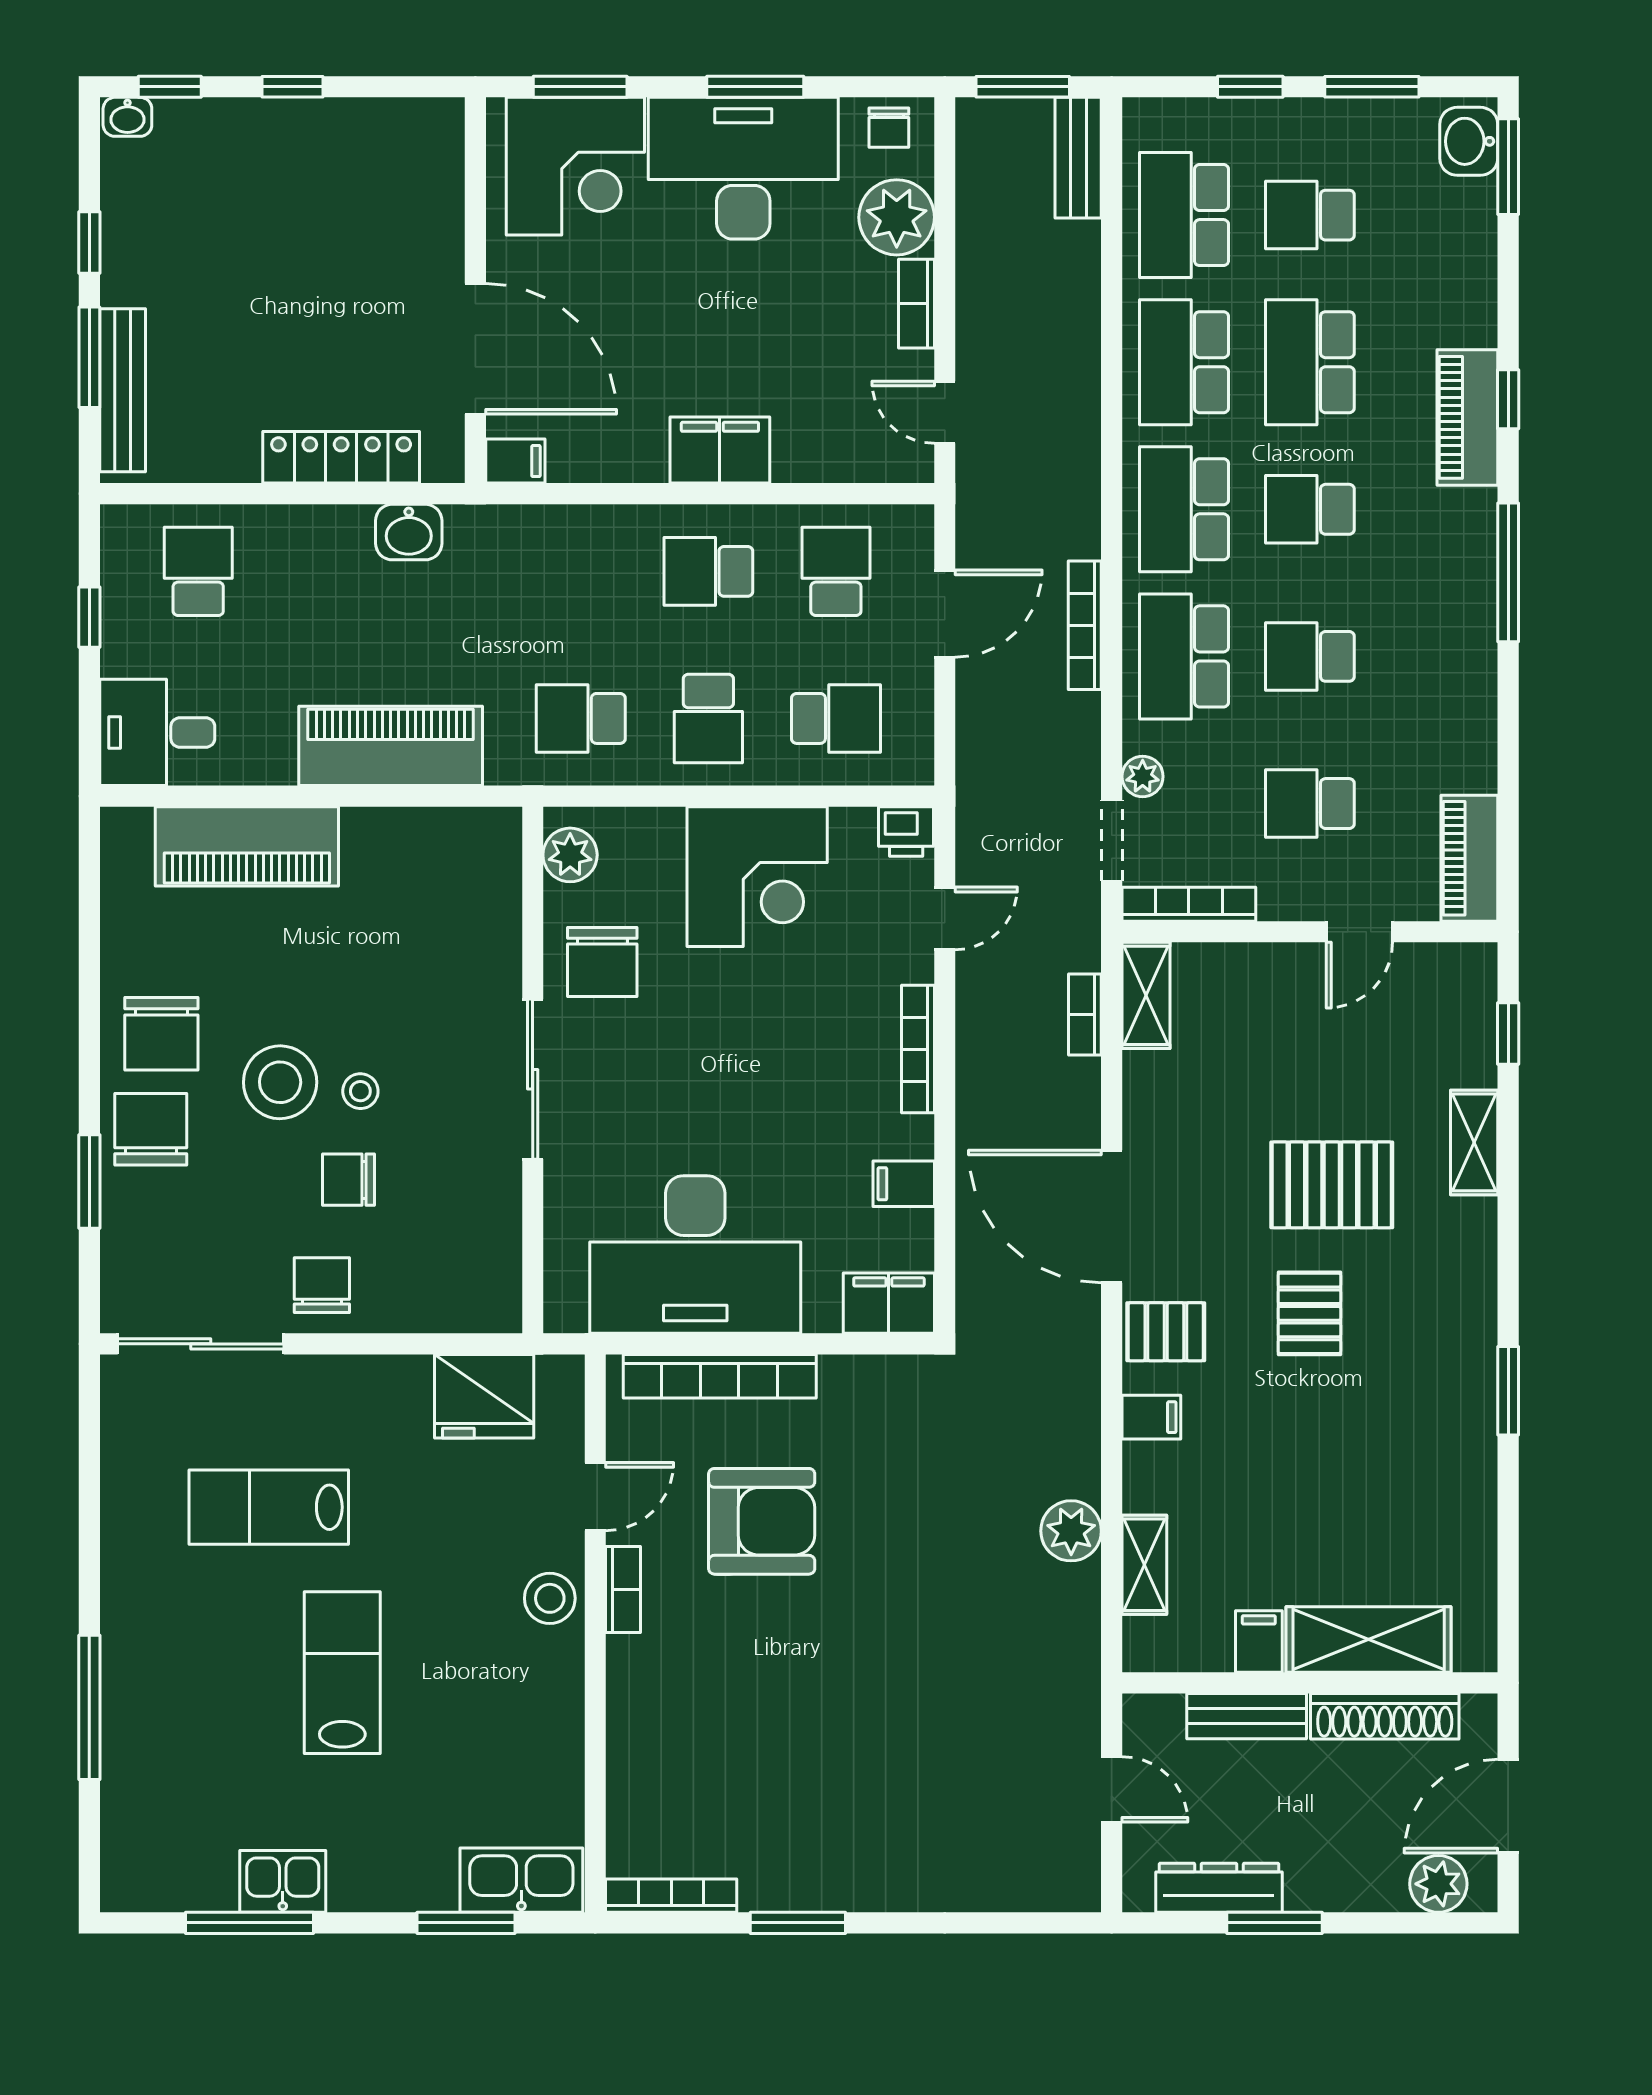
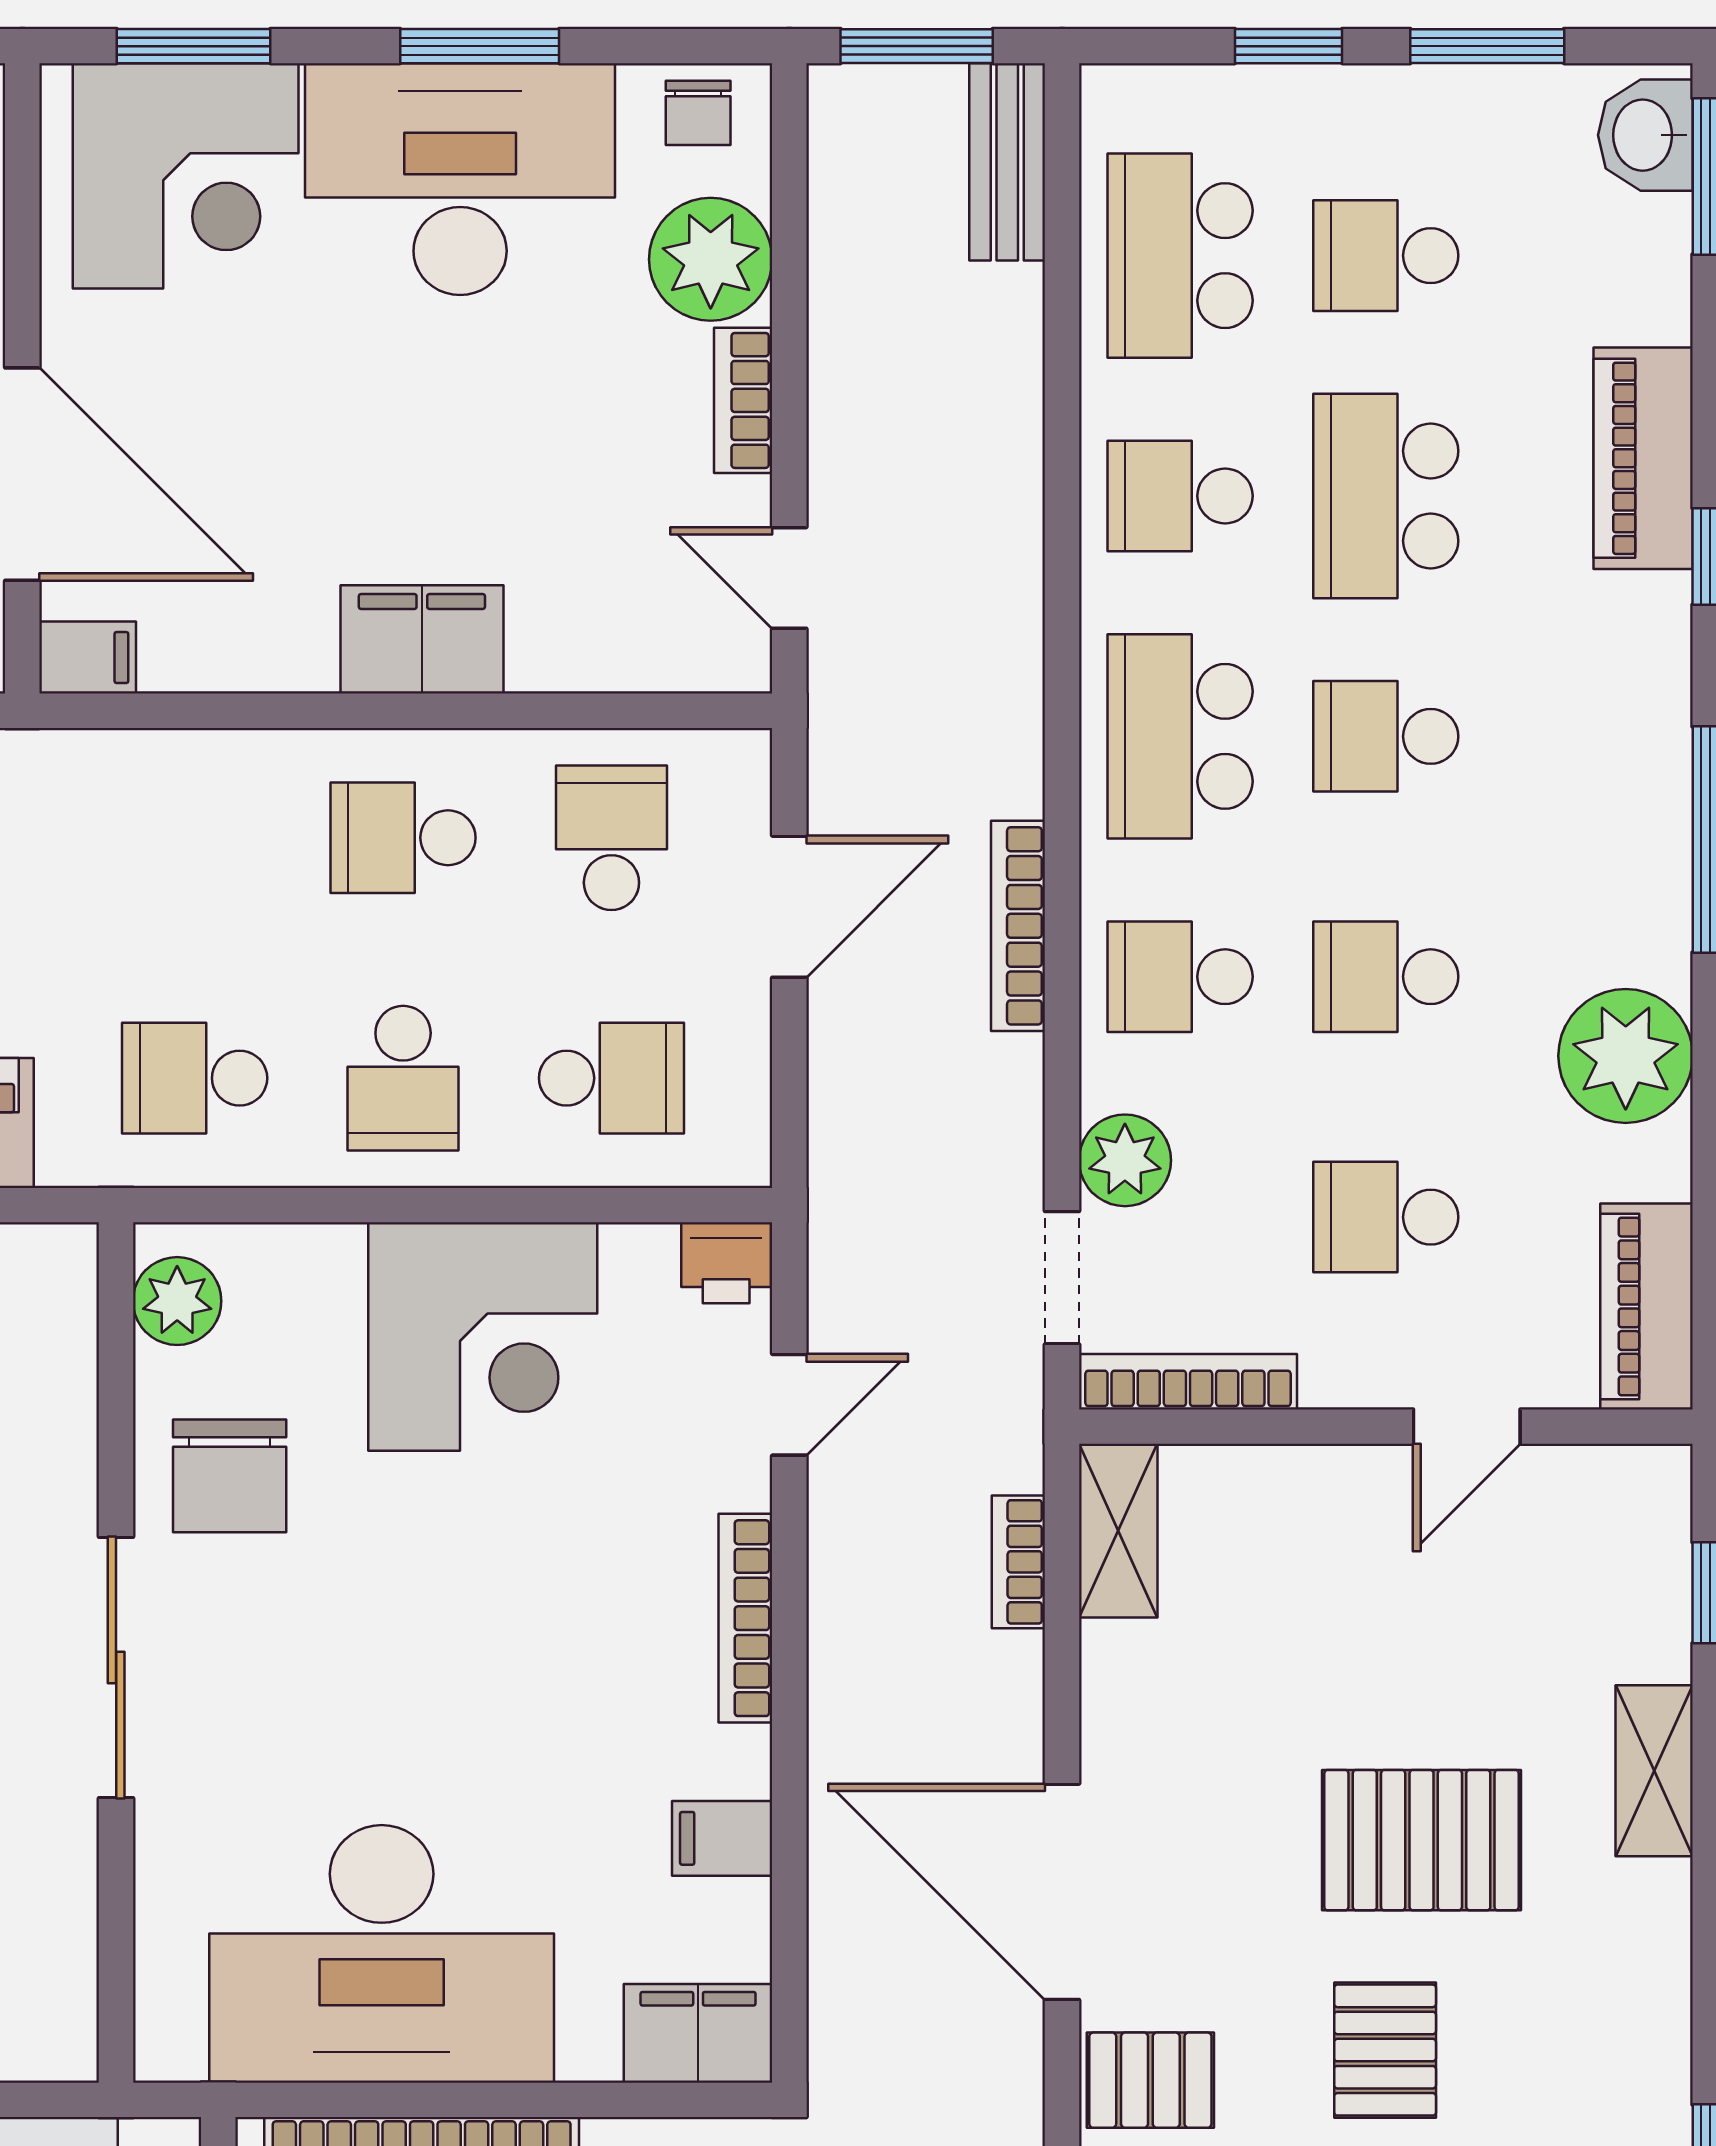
school desk: (1184, 362) -> (1180, 496), width x0.54
piano: (1467, 417) -> (1643, 458), moved
school desk: (1184, 656) -> (1180, 977), width x0.54
plant: (1457, 705) -> (1626, 1056), added
plant: (1143, 776) -> (1125, 1160), width x1.38, depth x1.38

